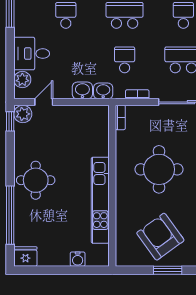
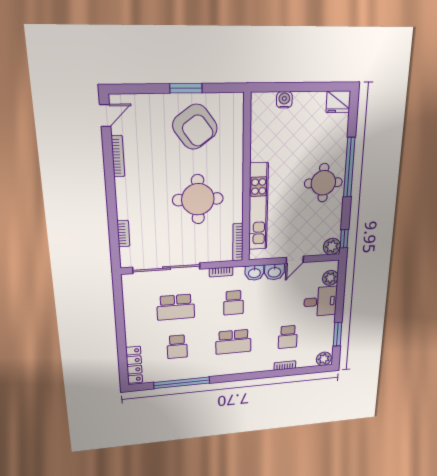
door: (44, 102) -> (295, 260), moved
bookcase: (120, 117) -> (238, 242), width x1.56
kitchen unit: (100, 200) -> (258, 207), moved
window: (10, 215) -> (349, 168), moved

